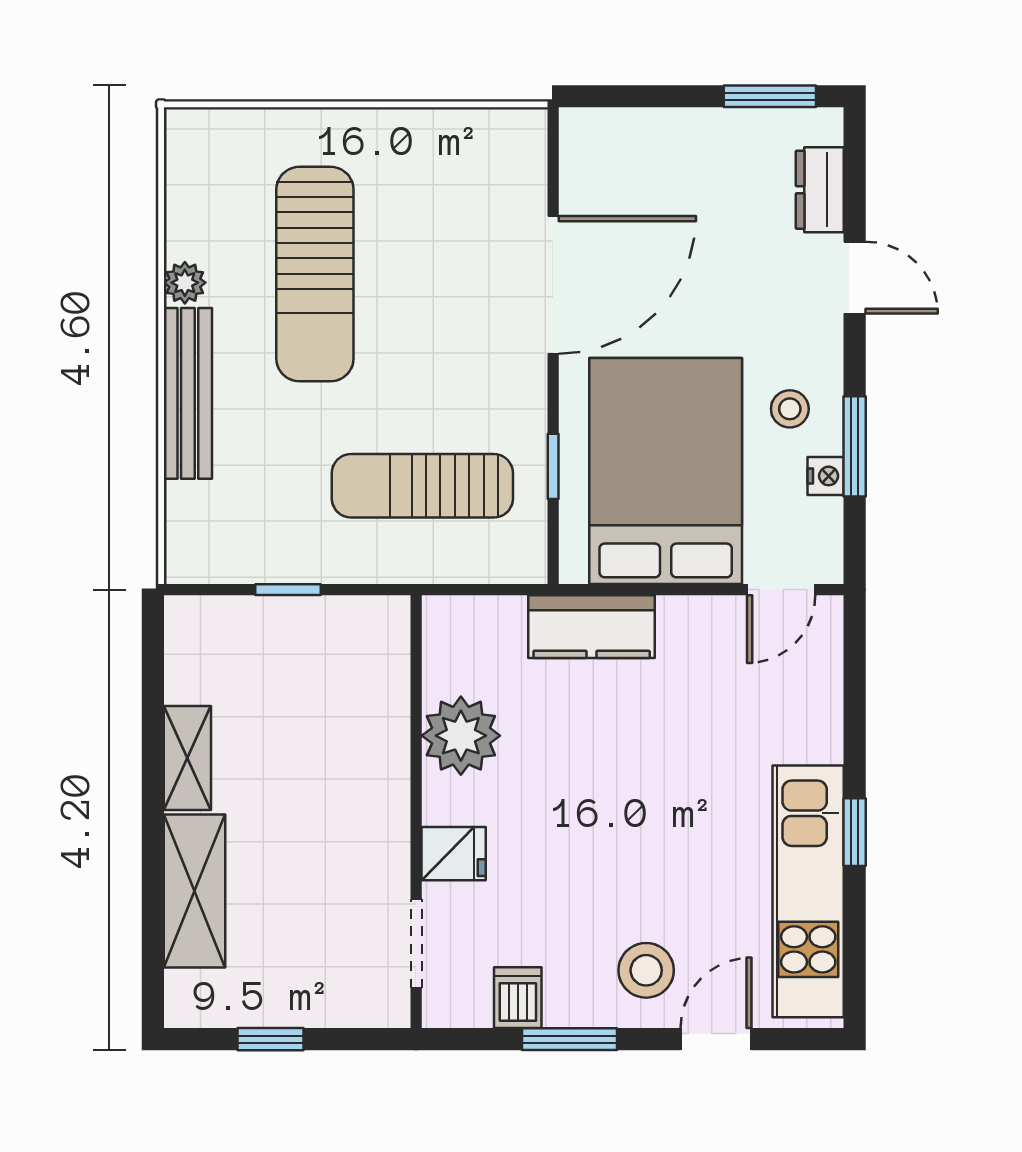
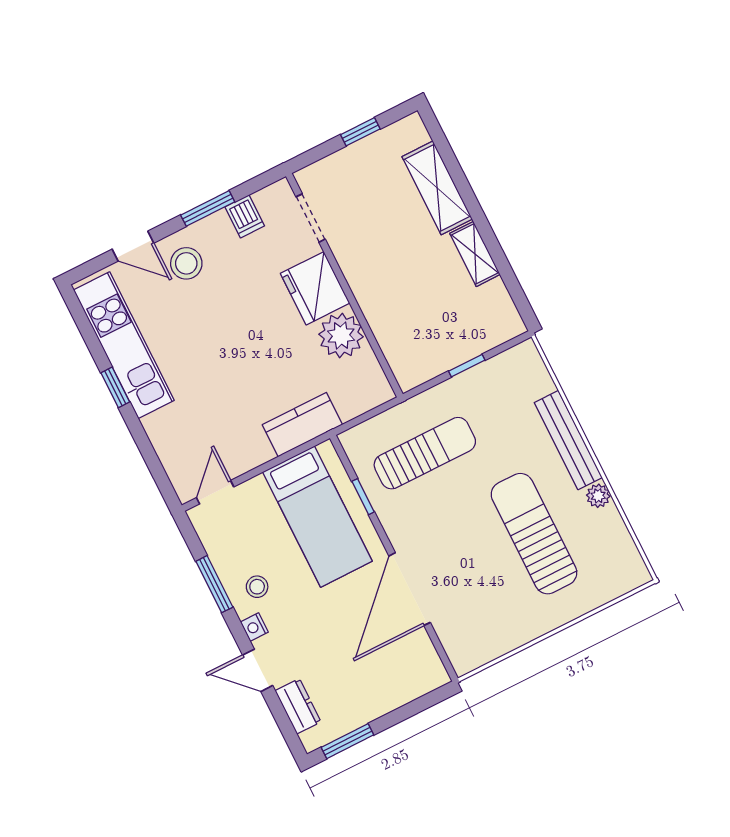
bed: (666, 471) -> (317, 517), width x0.67
nightstand: (826, 476) -> (254, 627), moved
fridge: (454, 854) -> (315, 288), width x1.88, depth x1.34
door: (716, 1039) -> (133, 246), hinge flipped

